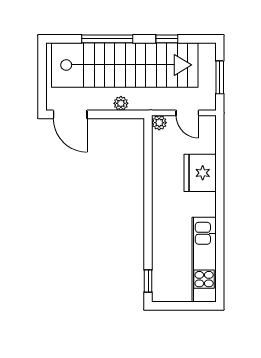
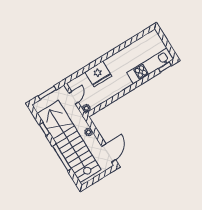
kitchen unit: (204, 260) -> (150, 66), moved, turned 180

